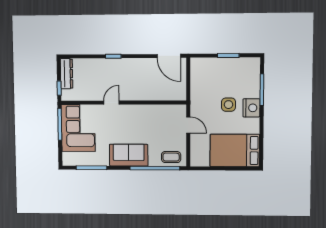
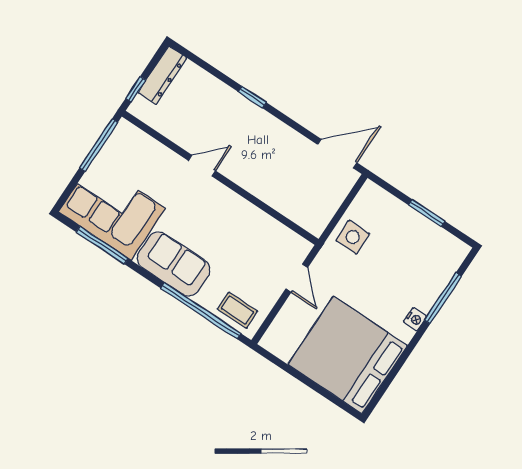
door: (169, 56) -> (337, 154), swing flipped
side table: (228, 105) -> (353, 237), moved
nightstand: (251, 108) -> (415, 319), width x0.53, depth x0.56
corner sofa: (78, 128) -> (112, 210), moved, turned -90
bed: (235, 150) -> (348, 355), width x1.36

